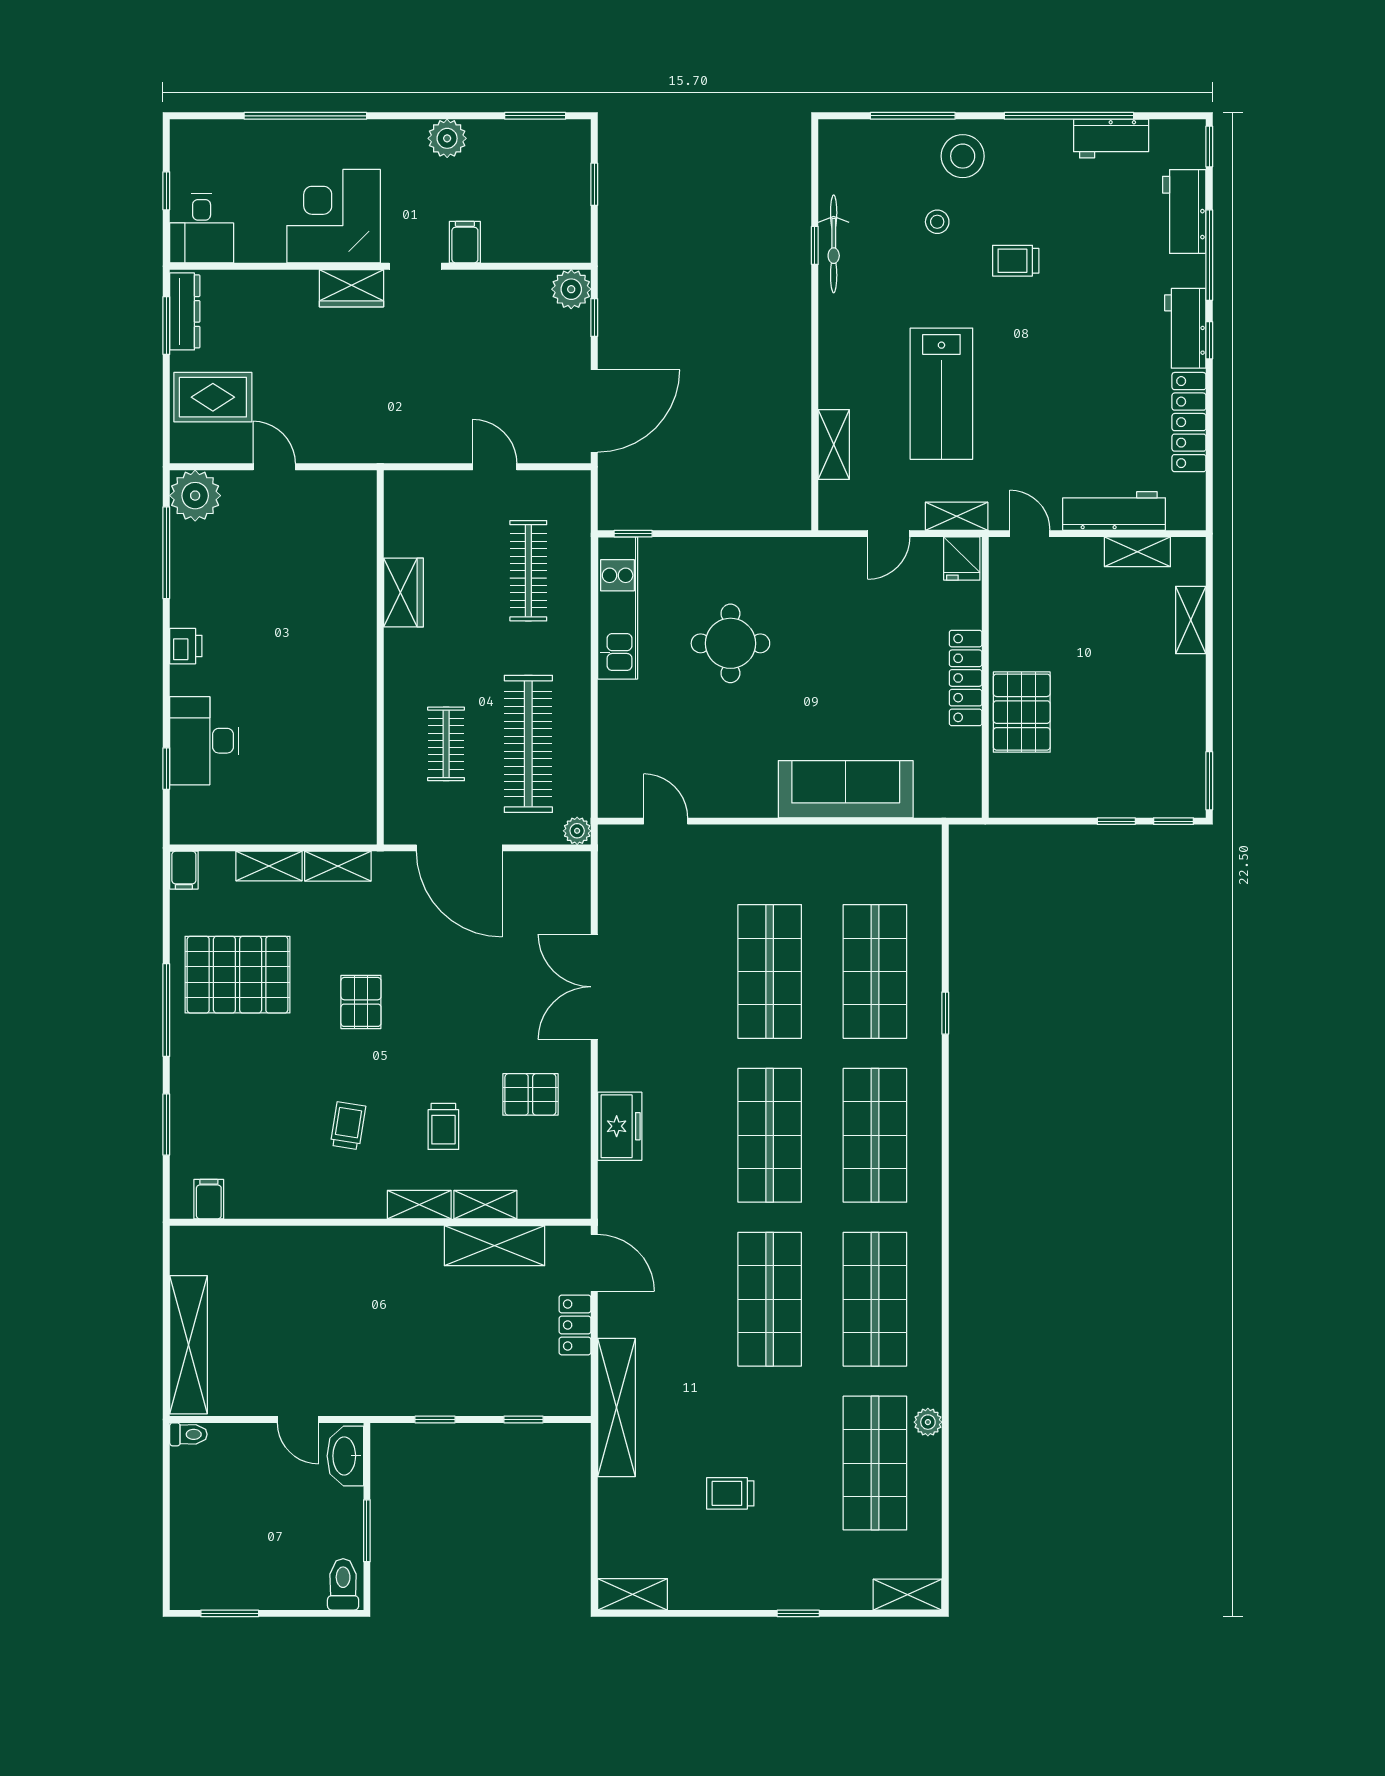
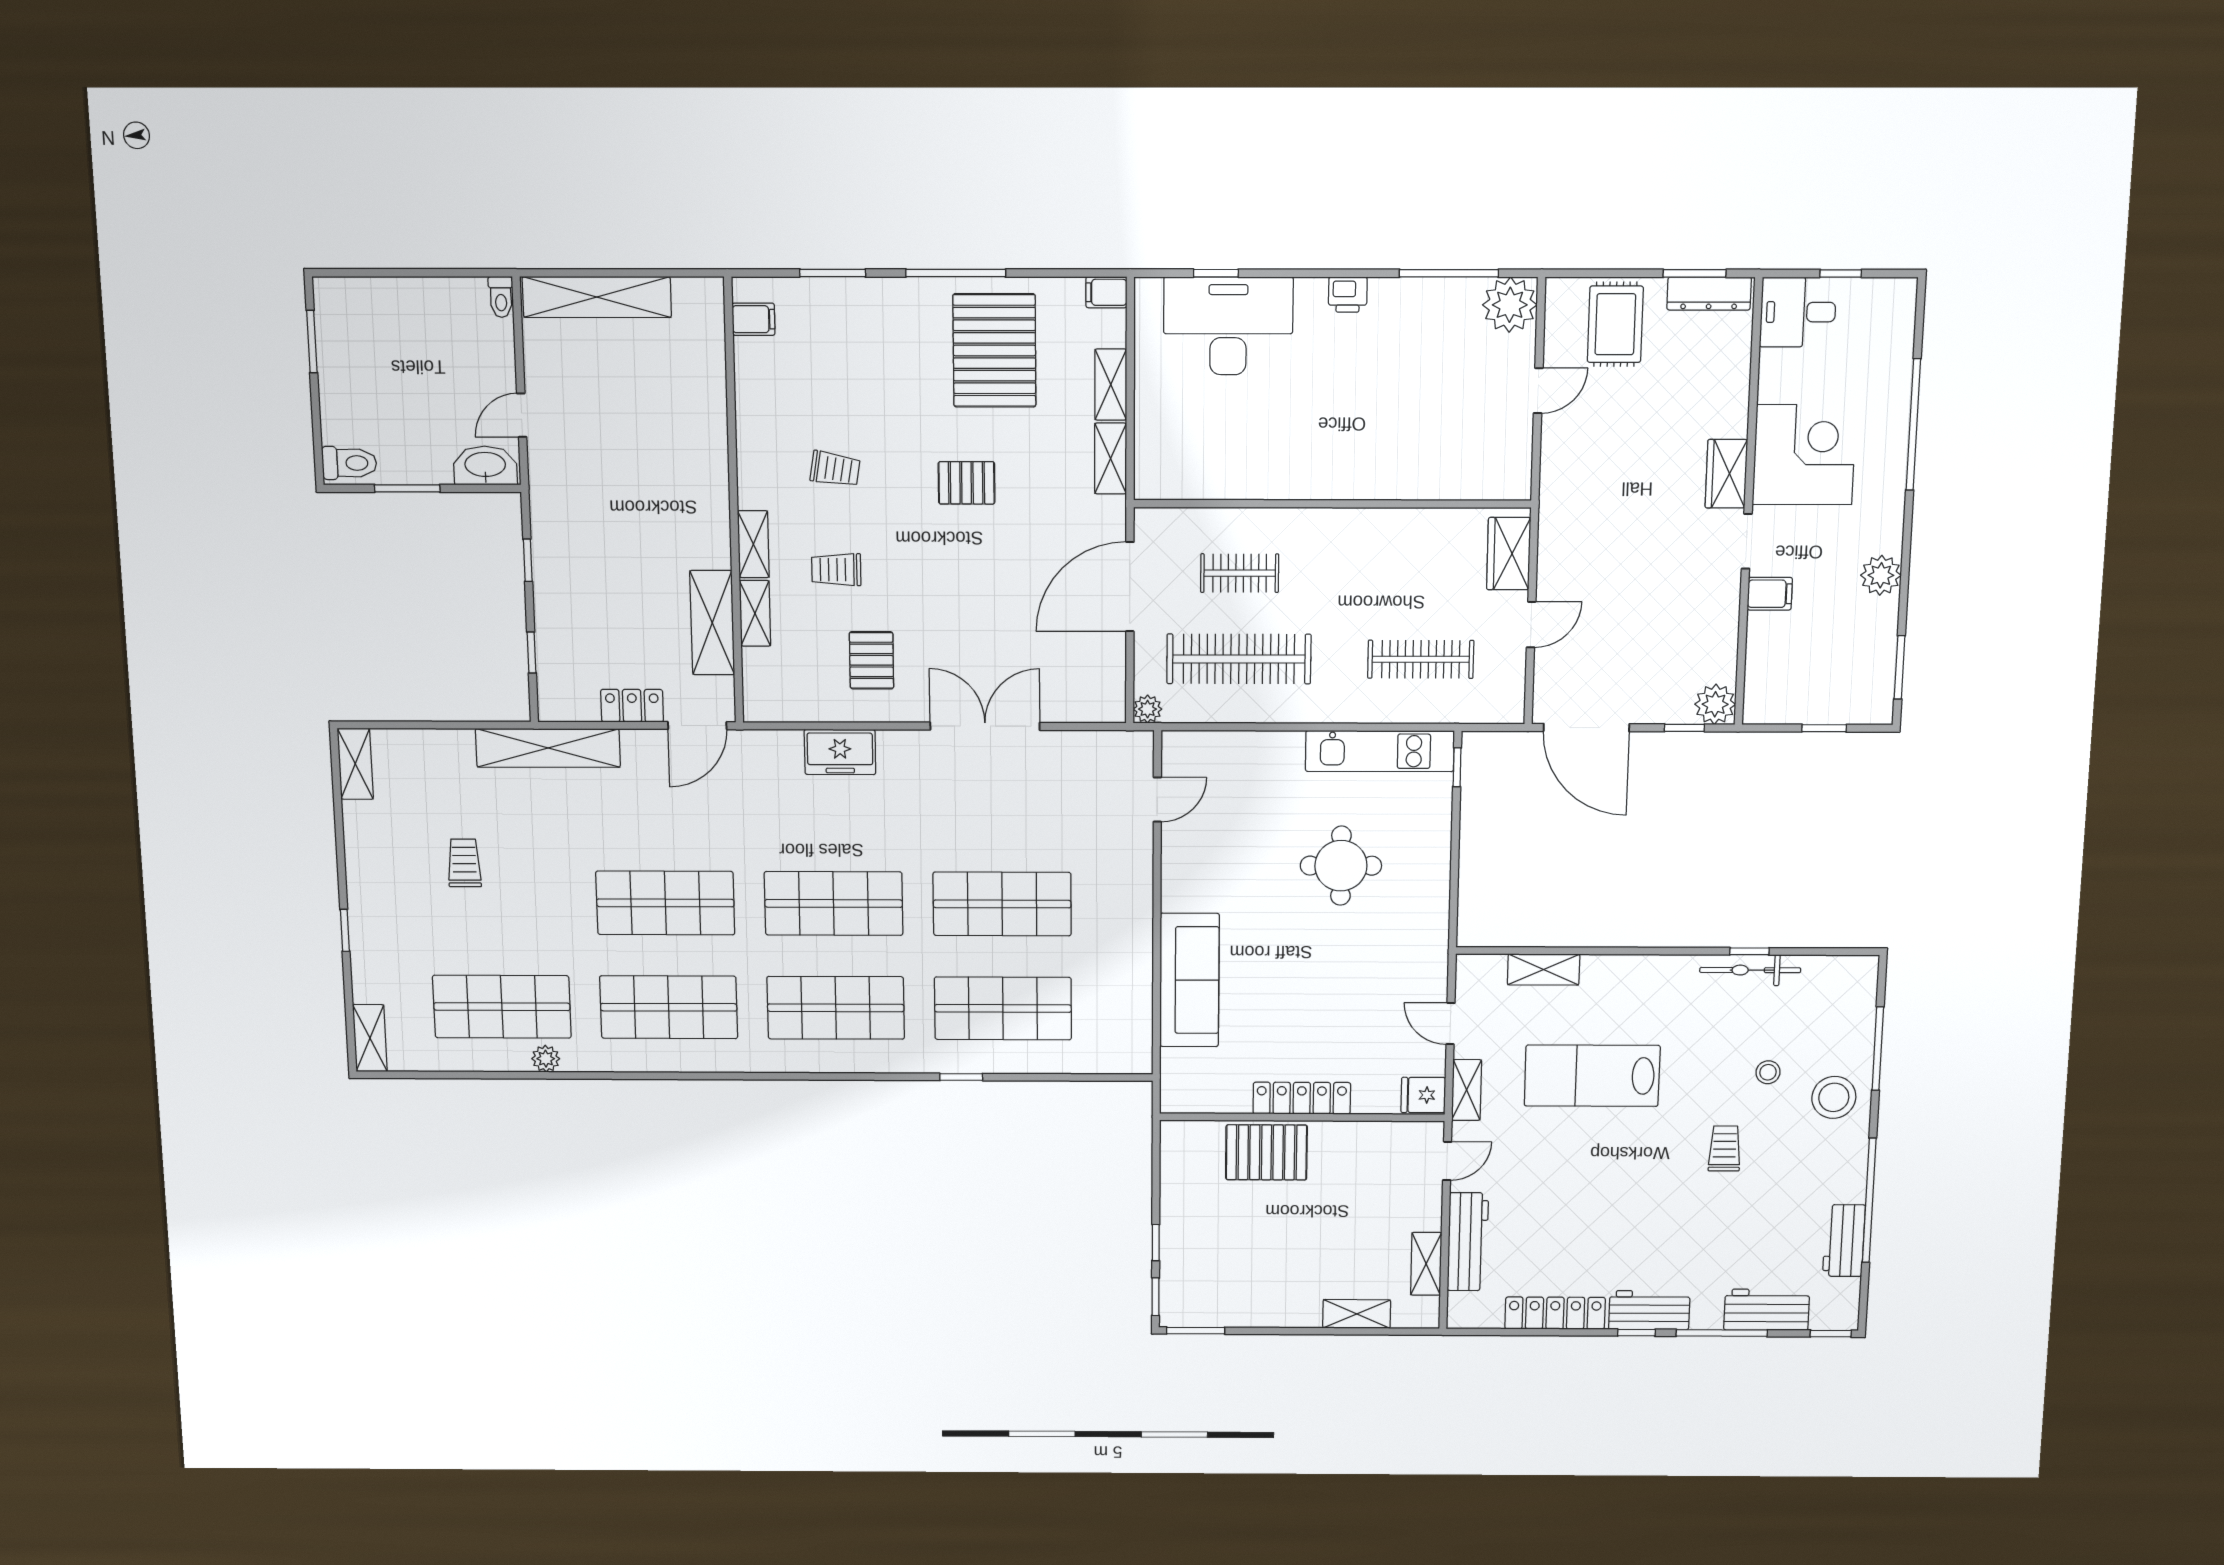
wardrobe: (403, 592) -> (1509, 554), moved, turned 90
desk: (204, 741) -> (1228, 326), width x1.36, depth x1.30

